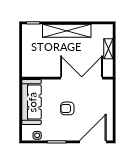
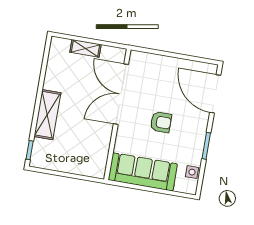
shelving: (67, 31) -> (47, 115), width x0.68
armchair: (67, 108) -> (161, 122), turned -90

